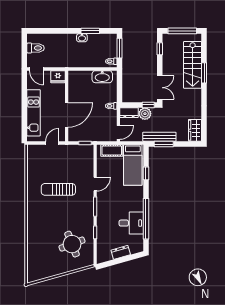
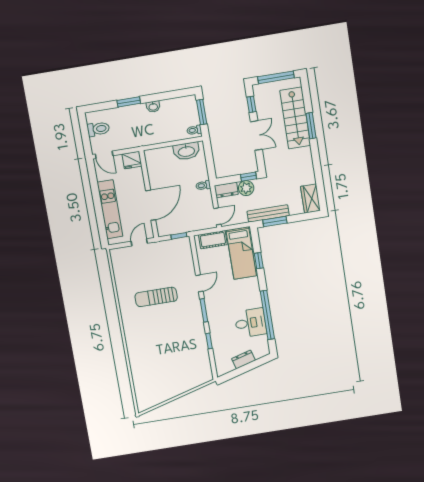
window: (90, 31) -> (129, 102), moved
double door: (160, 88) -> (256, 135), moved
round table: (72, 244) -> (184, 359), removed

